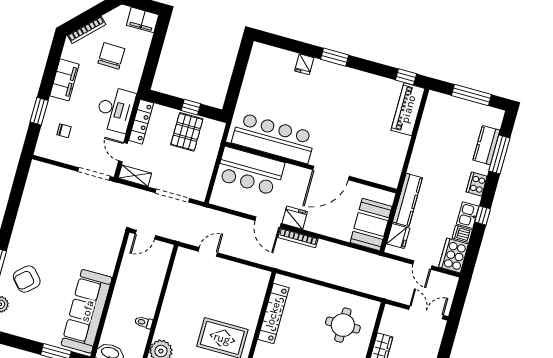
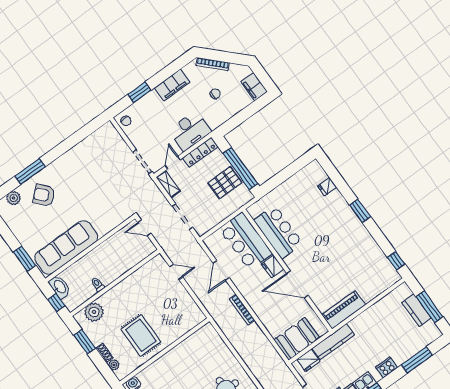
chair: (111, 56) -> (215, 94), width x0.54, depth x0.54
fridge: (304, 64) -> (327, 187), moved
window: (191, 107) -> (240, 169), width x3.17
piano: (408, 109) -> (343, 310), moved
chair: (64, 131) -> (126, 121), moved
bar counter: (274, 138) -> (278, 232), width x0.73
kitchen counter: (486, 145) -> (417, 310), moved, turned -90
fridge: (295, 218) -> (272, 266), moved, turned 180
door: (268, 222) -> (221, 270), moved
locker: (273, 313) -> (187, 346), removed

